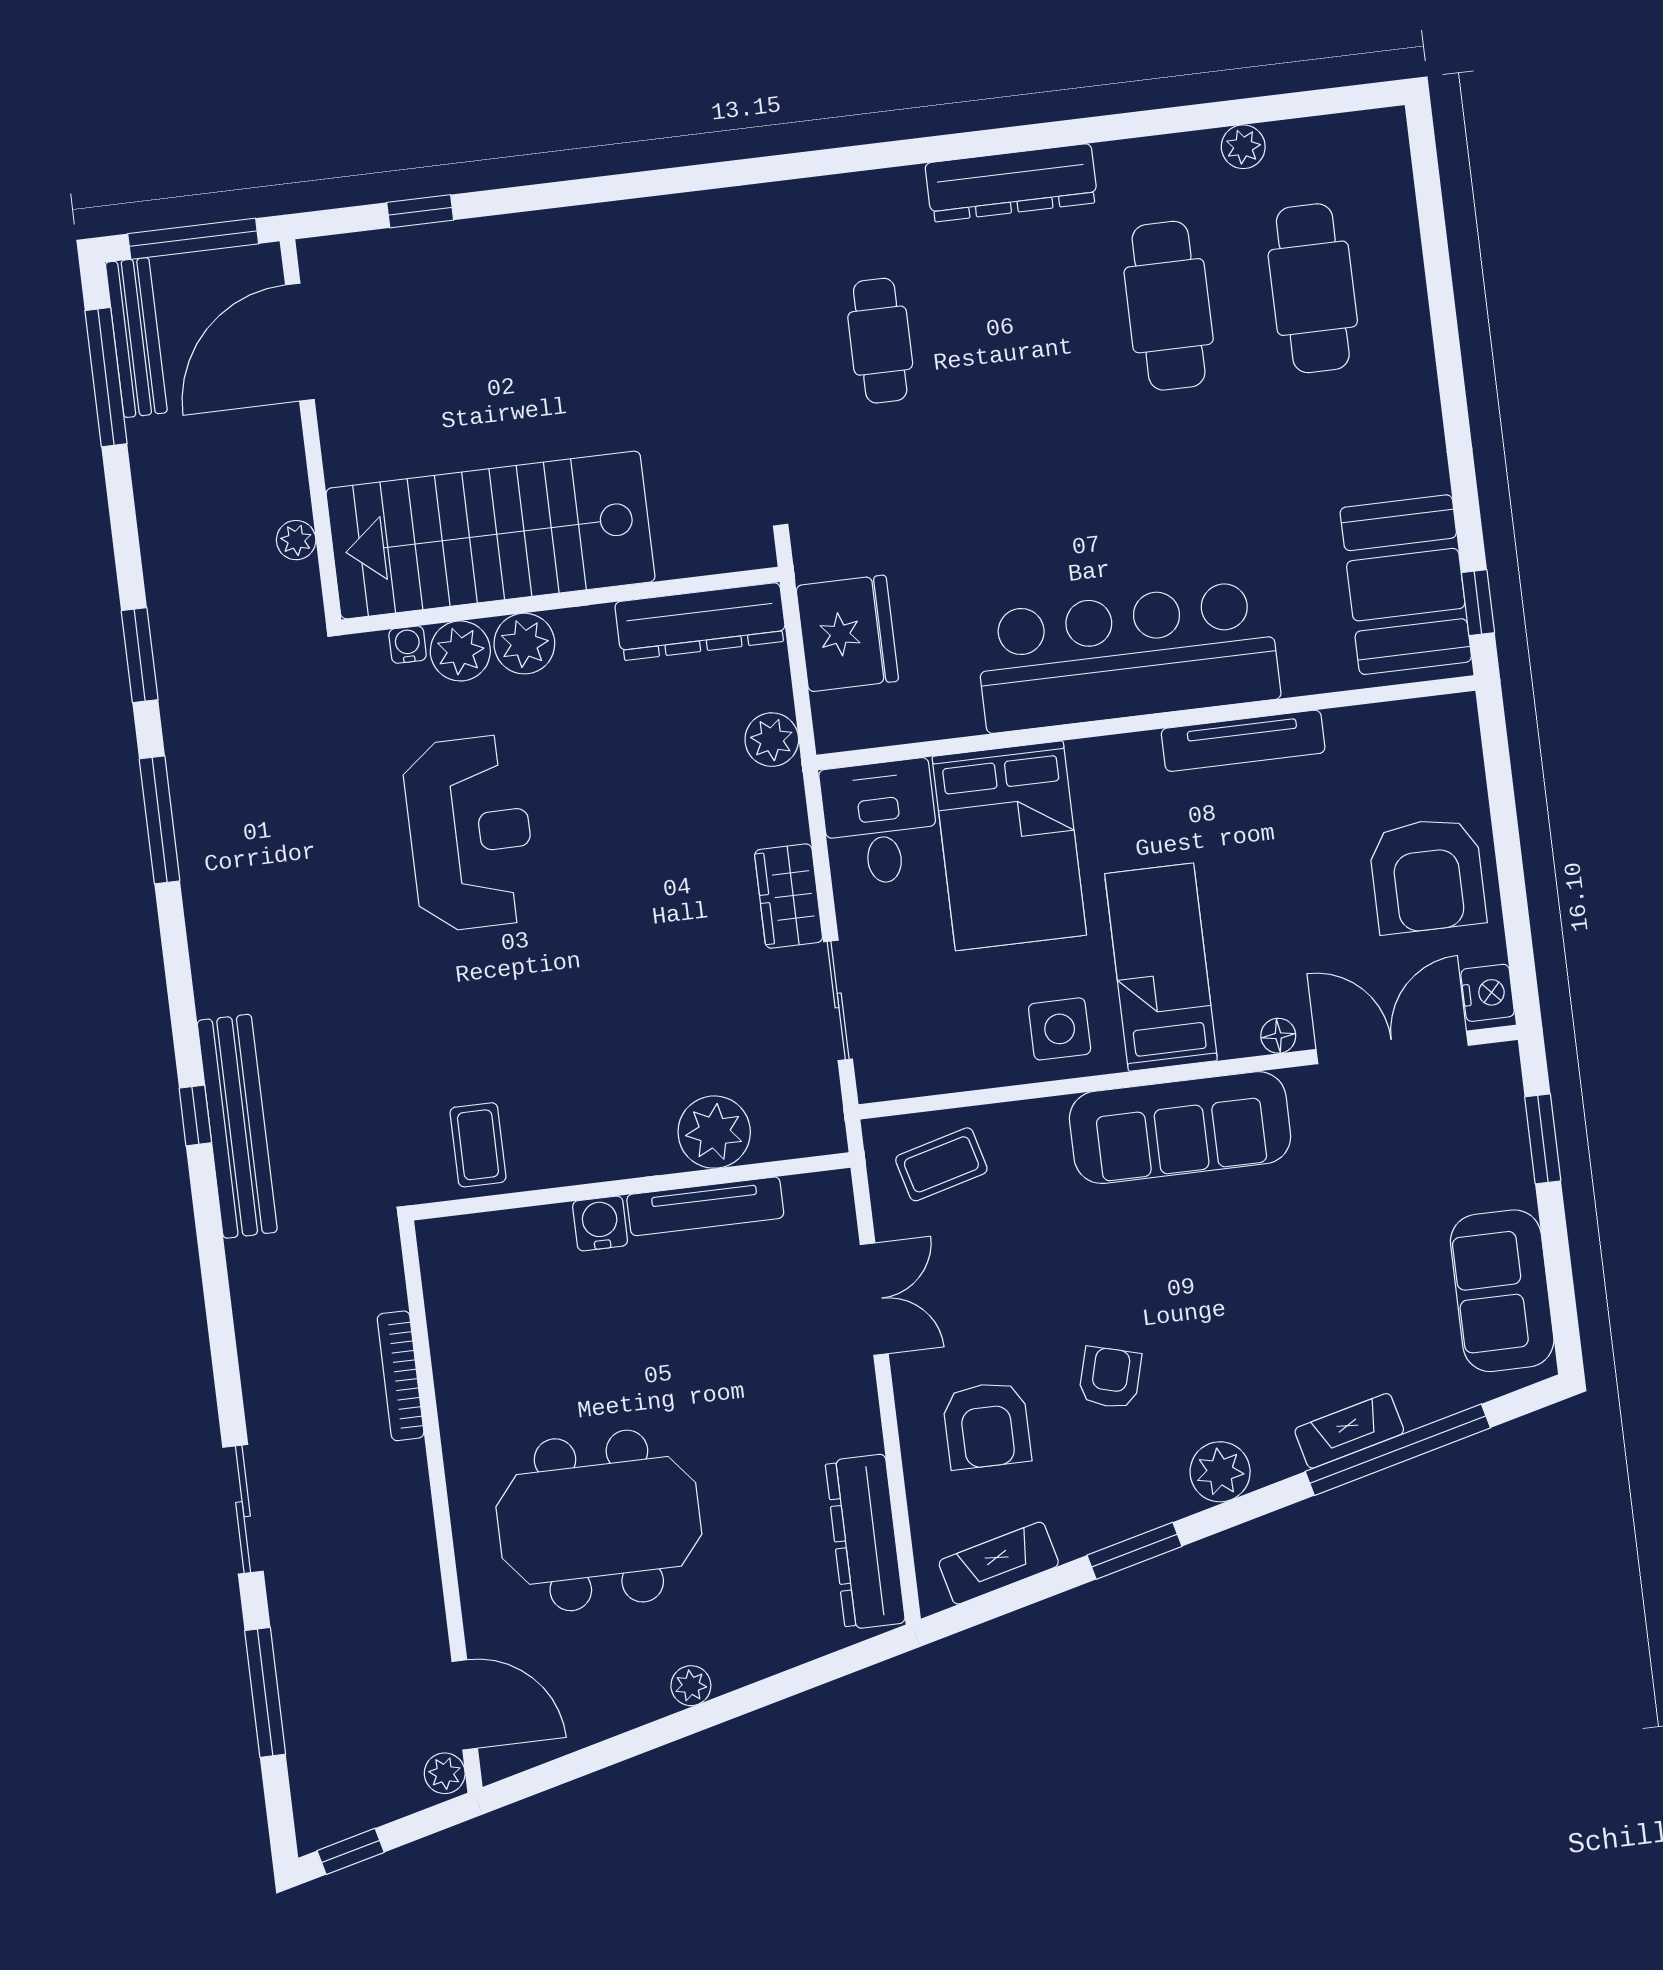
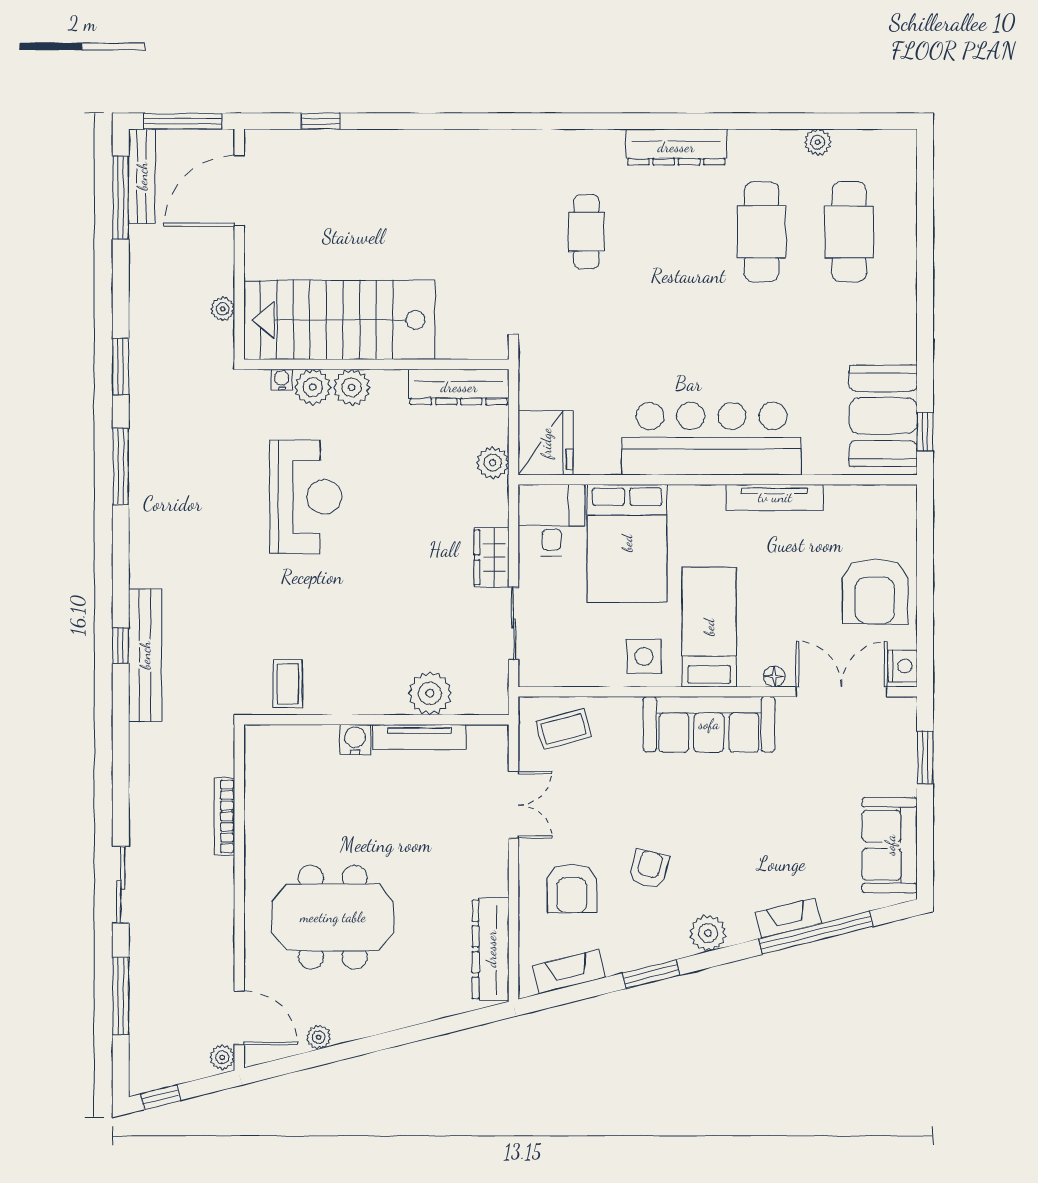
fridge: (847, 633) -> (546, 443), moved
plant: (691, 1686) -> (319, 1037), moved

